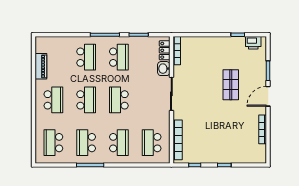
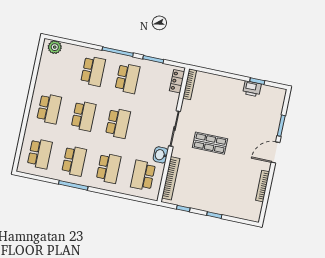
plant: (47, 43) -> (55, 47), added
printer: (253, 43) -> (252, 89), moved
piano: (41, 66) -> (44, 71), removed
washbasin: (164, 69) -> (161, 155), moved
shop shelf: (231, 85) -> (210, 143), moved, turned 90
school desk: (119, 100) -> (118, 123), turned 180
school desk: (53, 143) -> (40, 154), turned 180
school desk: (86, 143) -> (74, 161), turned 180

